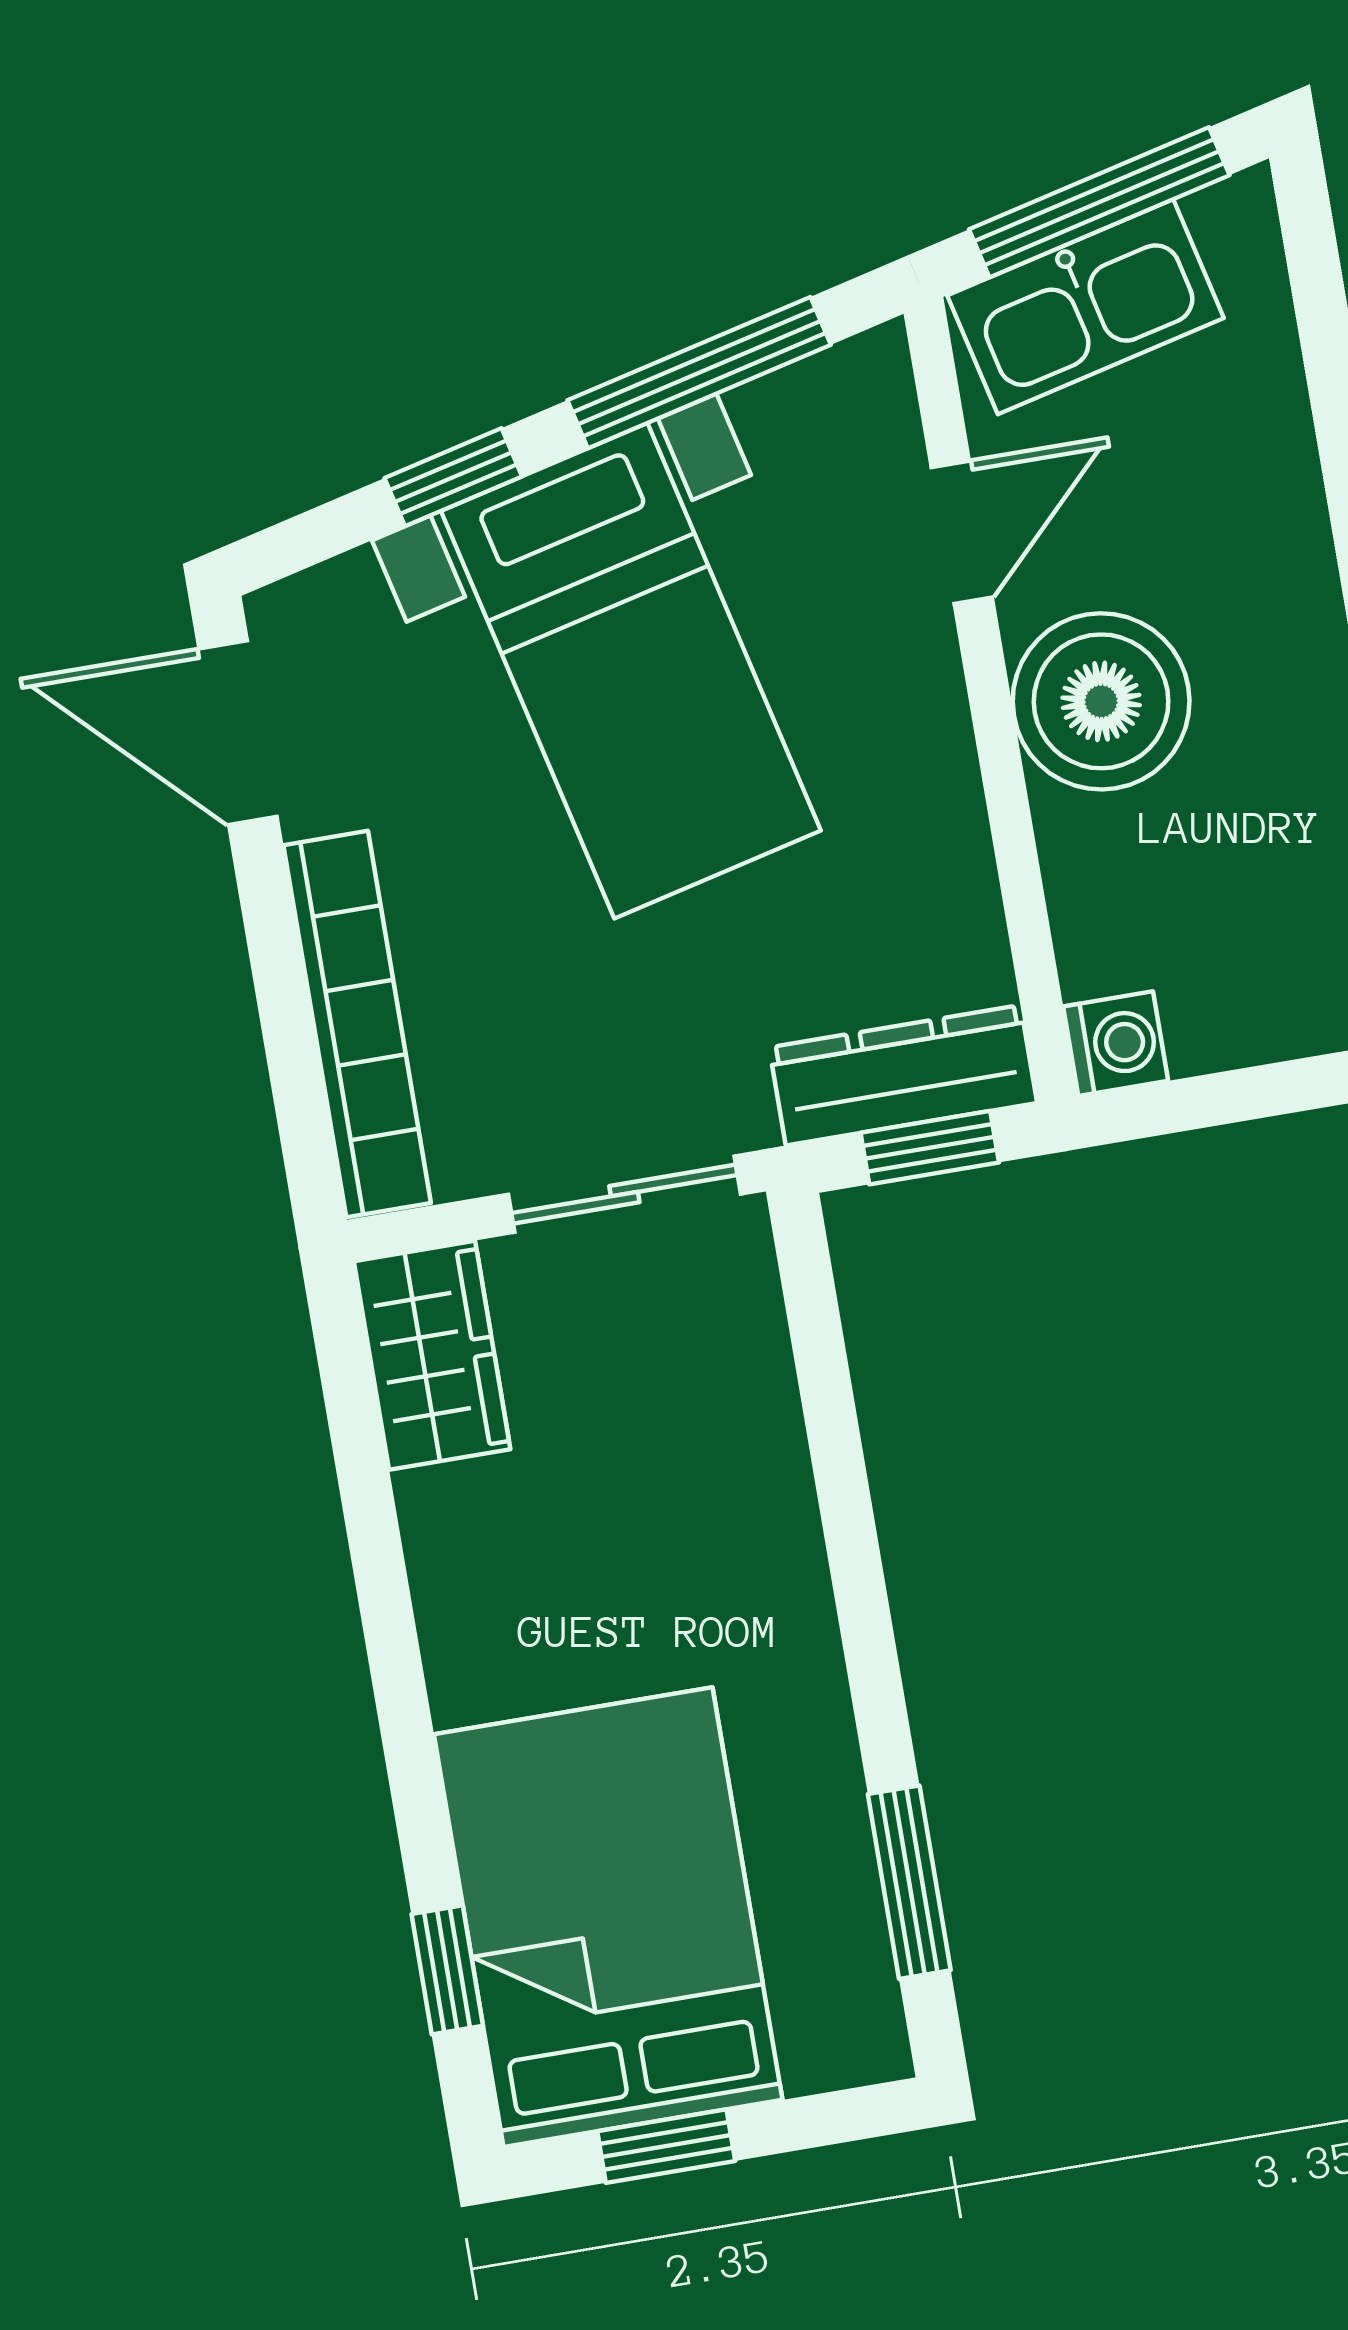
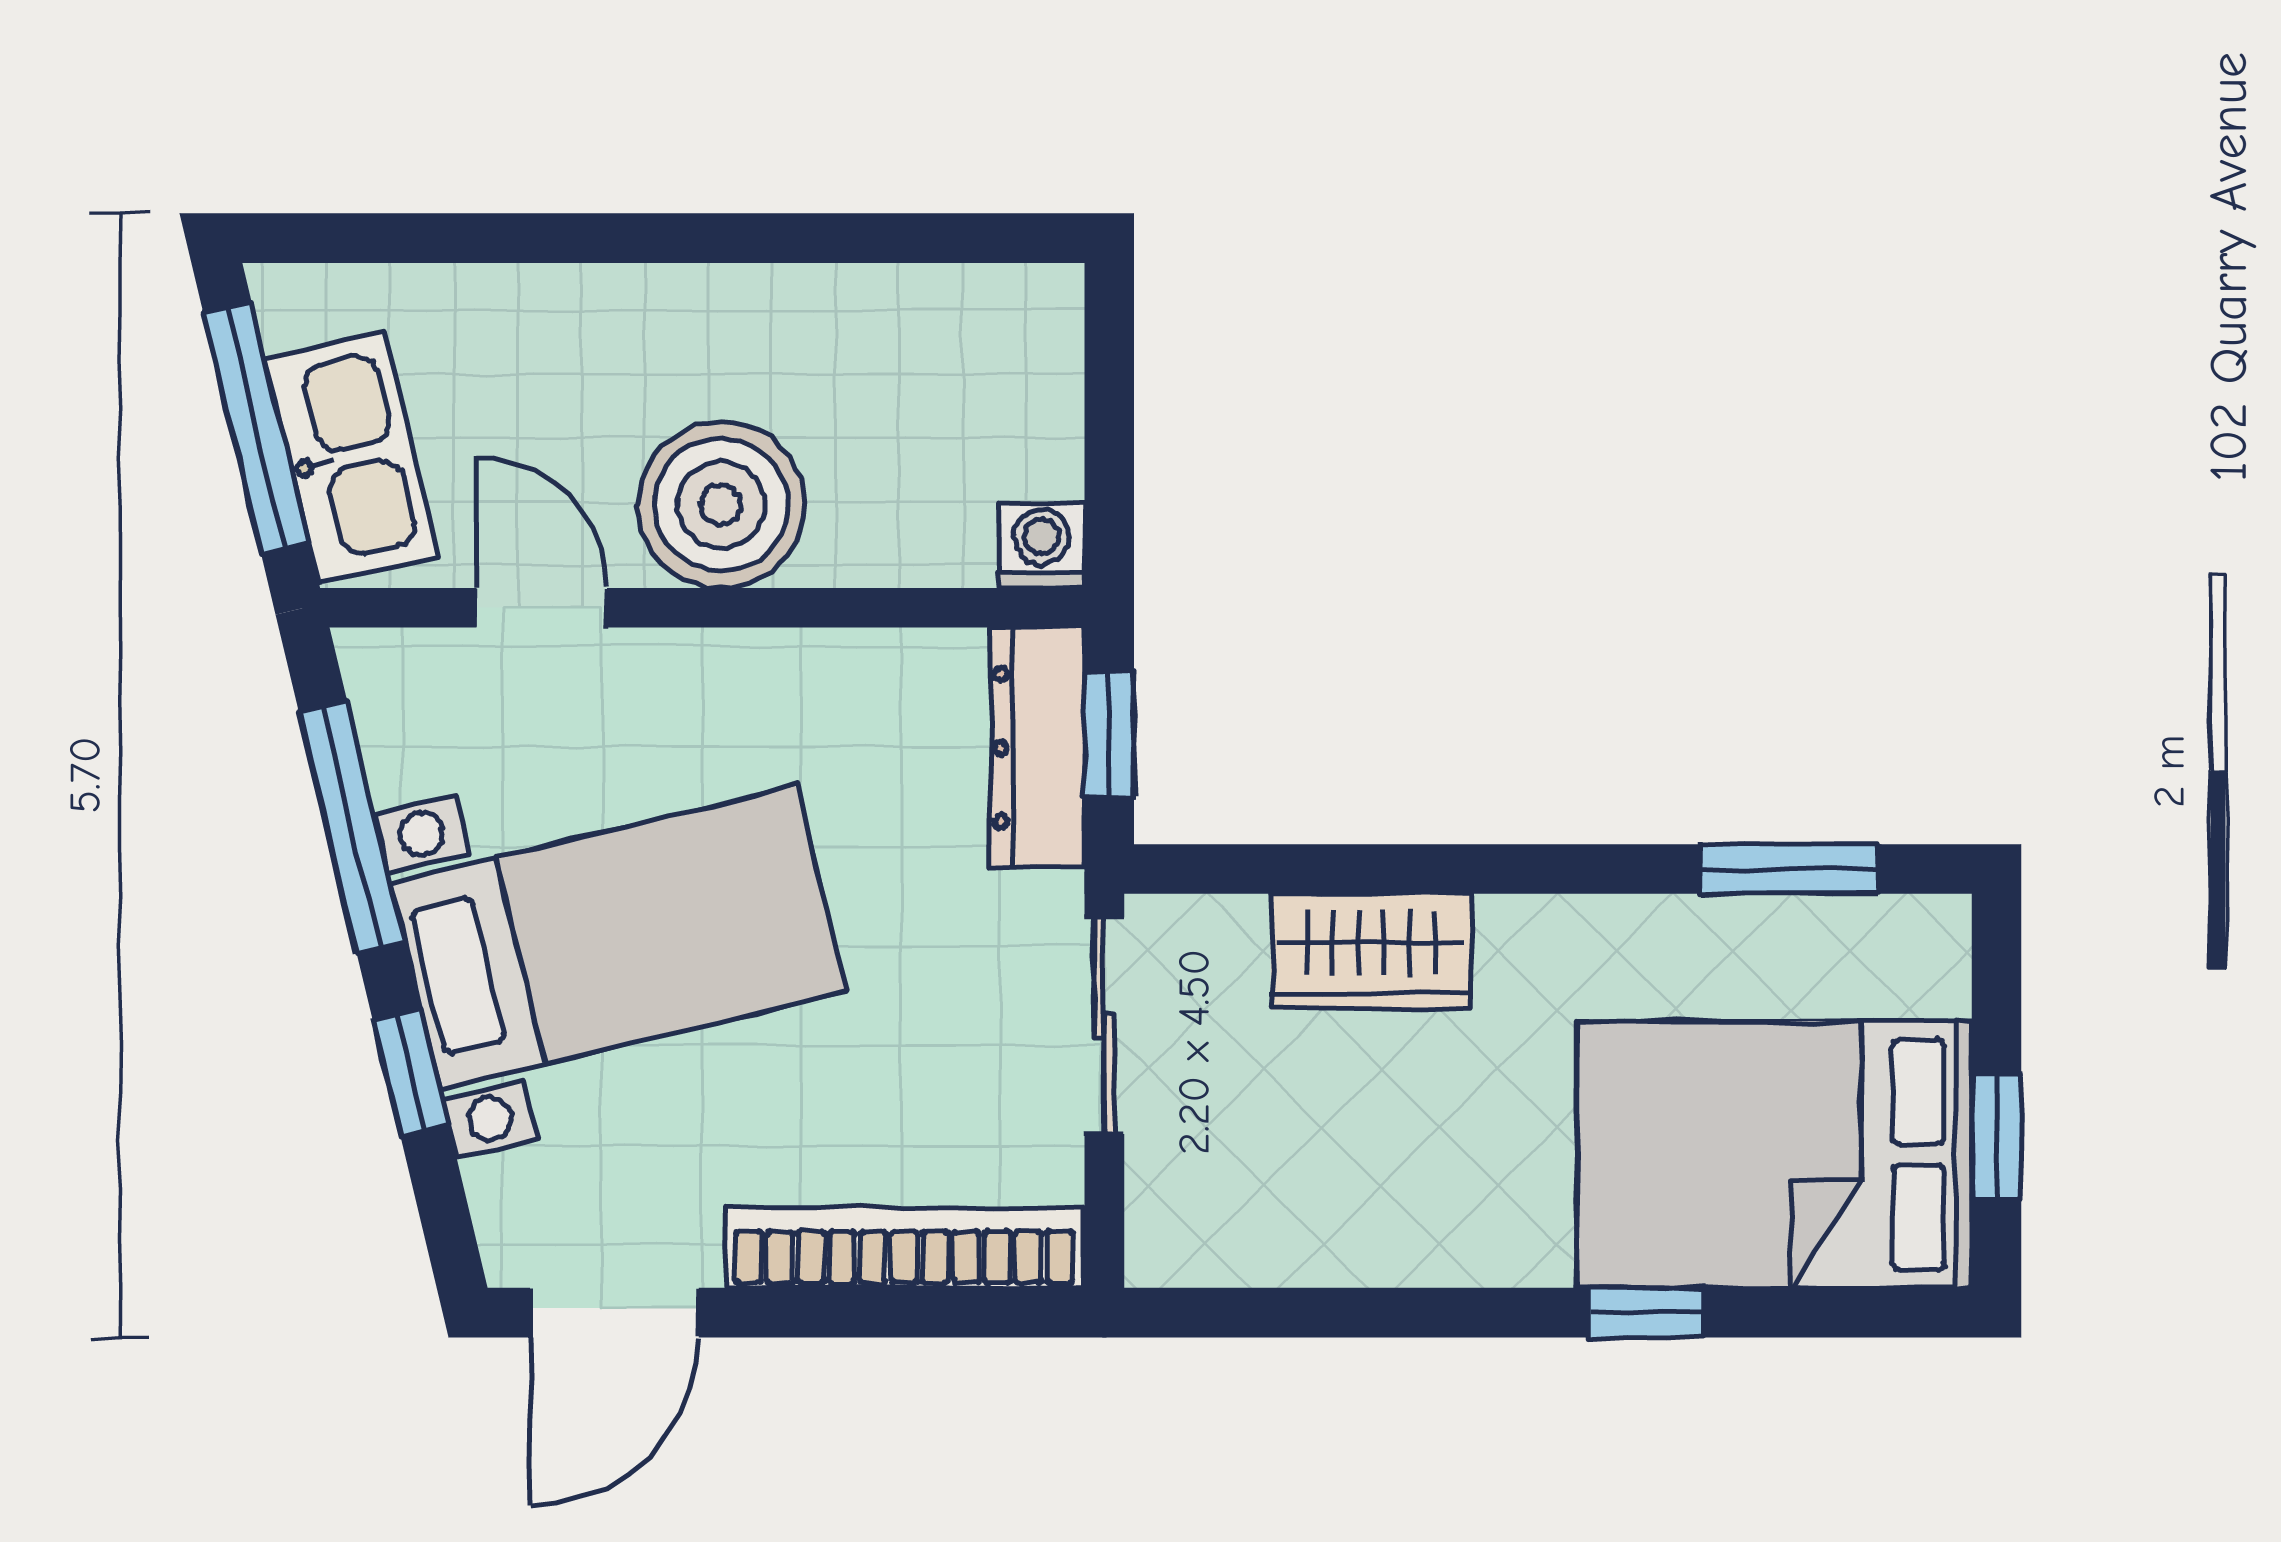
wardrobe: (432, 1355) -> (1371, 952), moved, turned 180
window: (447, 1970) -> (1646, 1313), moved

